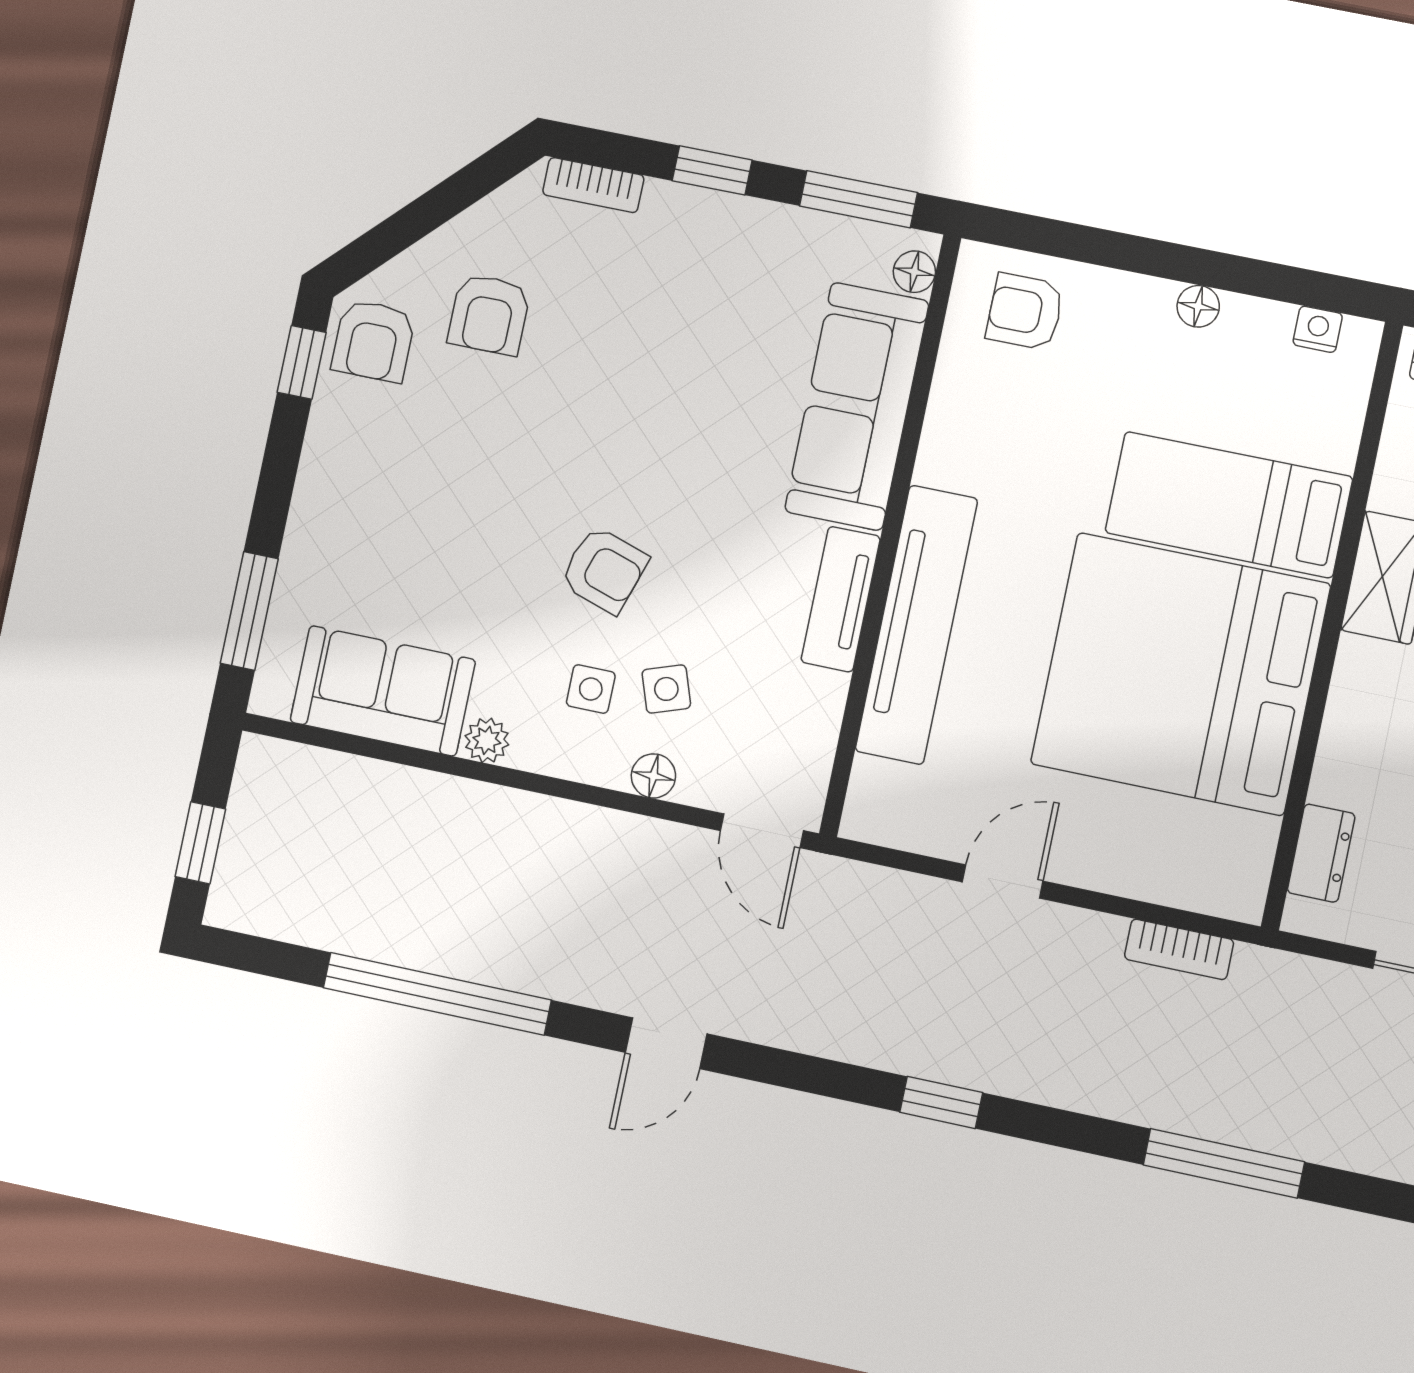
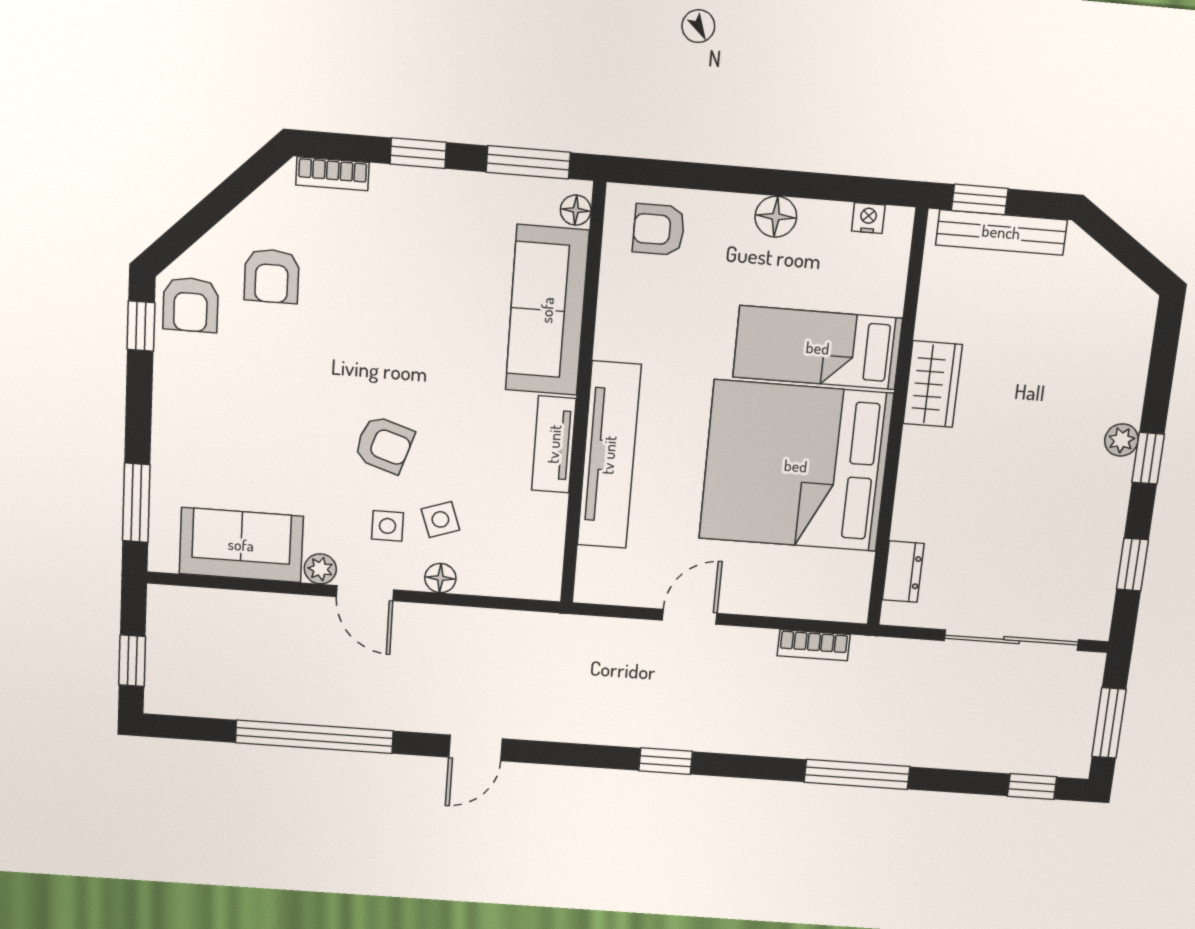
floor lamp: (1198, 306) -> (776, 217), width x1.37, depth x1.37
door: (762, 831) -> (365, 593), moved

